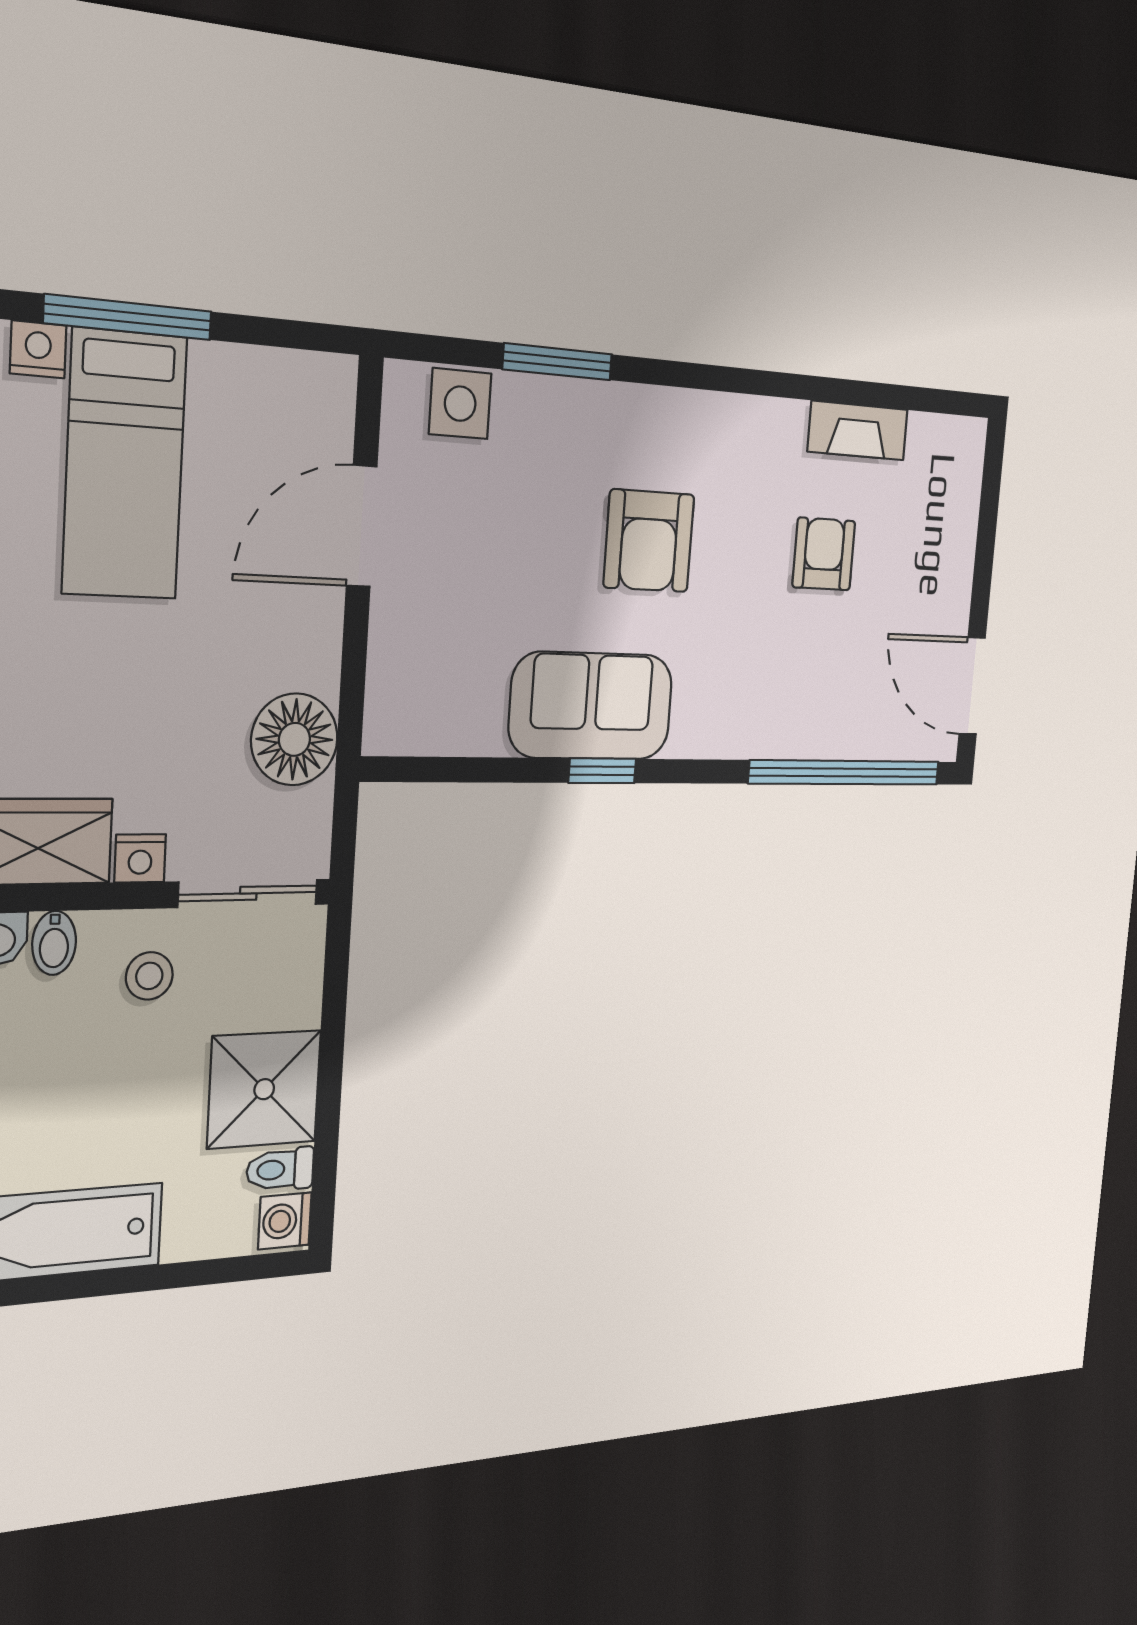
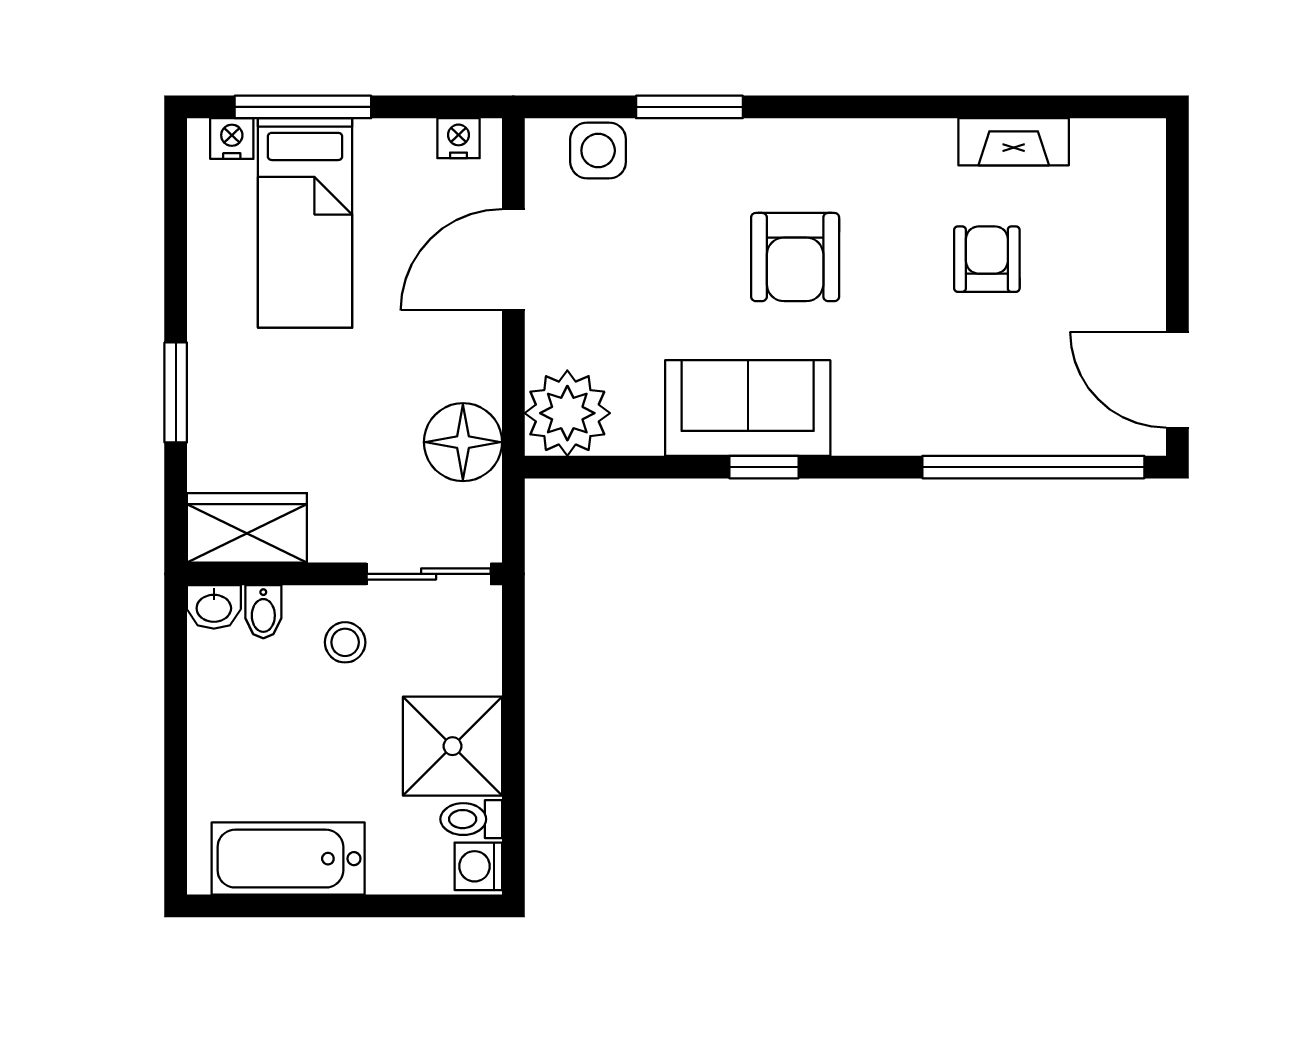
plant: (409, 708) -> (567, 413), added
nightstand: (140, 858) -> (459, 138), moved, turned 180

